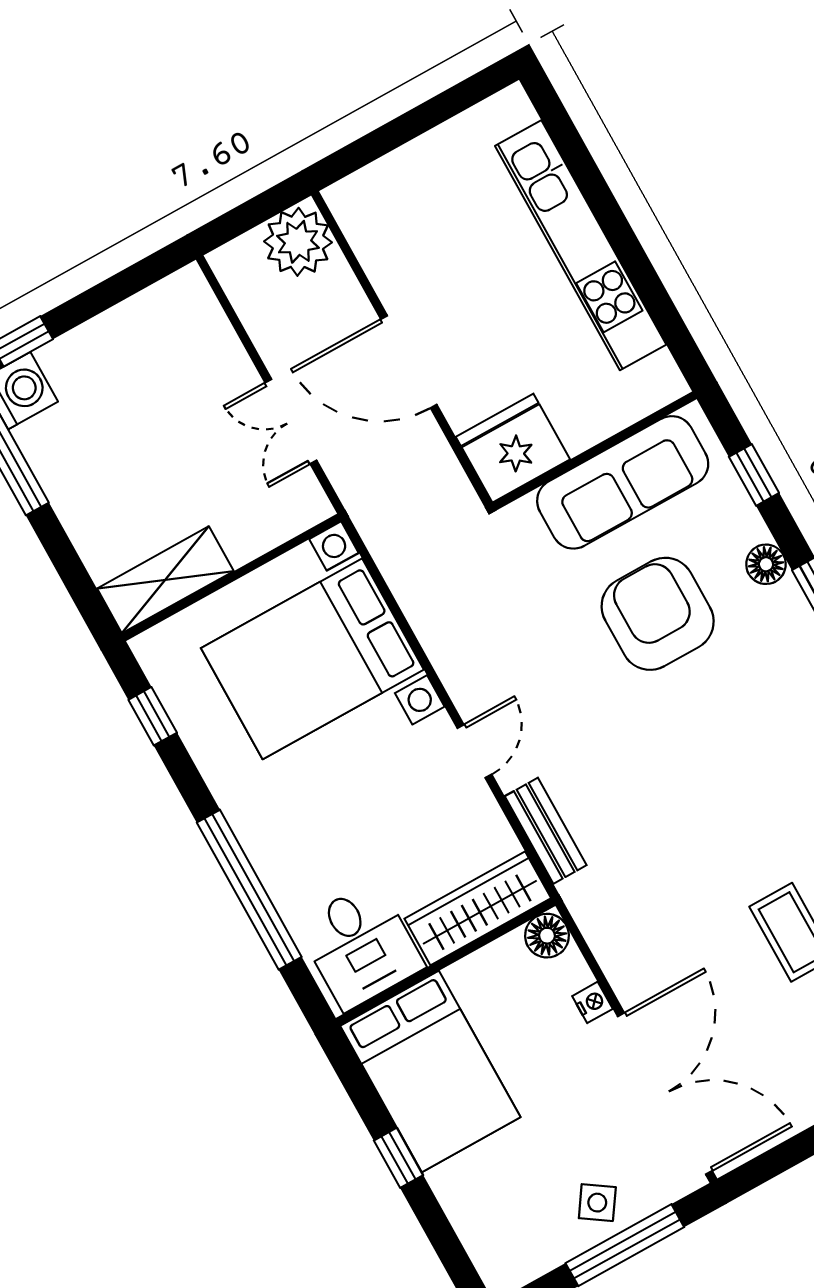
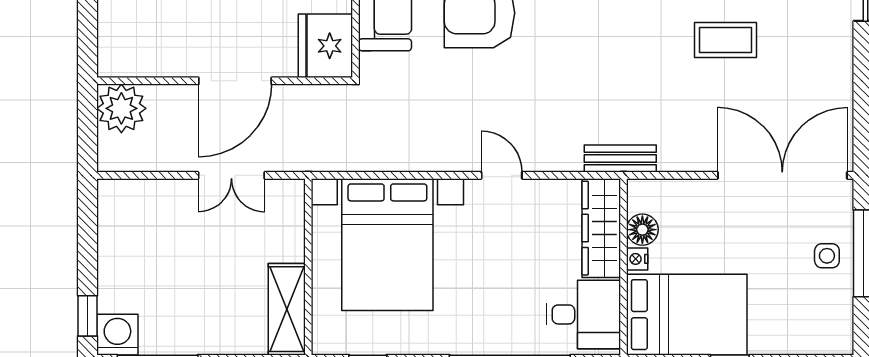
bench: (546, 831) -> (620, 159), moved
floor lamp: (547, 936) -> (642, 230), moved
nightstand: (592, 1002) -> (637, 259), moved, turned -90
side table: (597, 1203) -> (827, 256), turned -34

